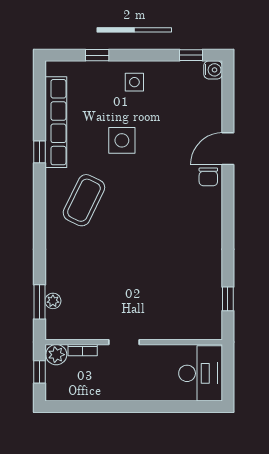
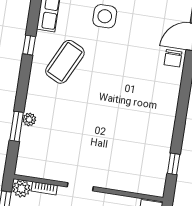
window: (40, 152) -> (29, 45), moved
plant: (53, 301) -> (29, 119), moved
window: (40, 302) -> (17, 126), moved

